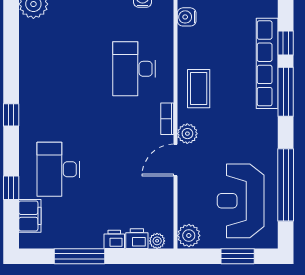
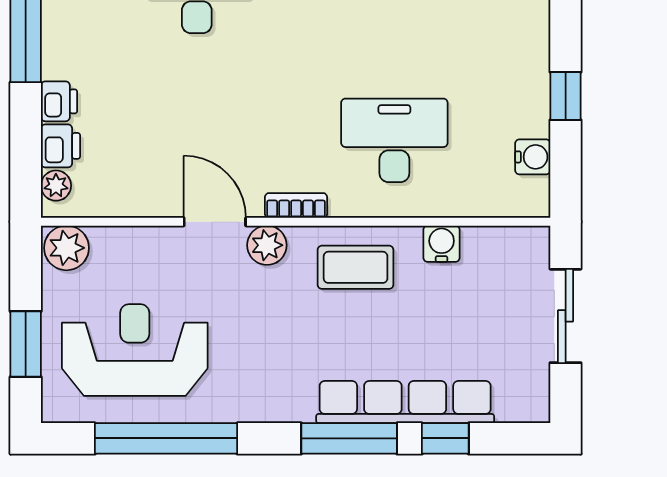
water cooler: (187, 17) -> (442, 244), moved

